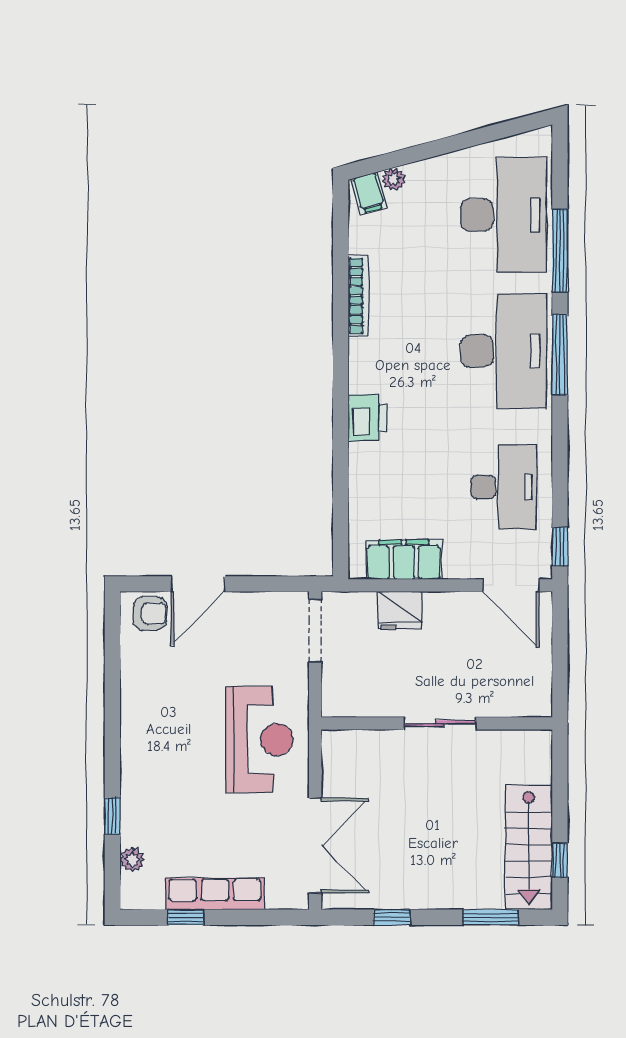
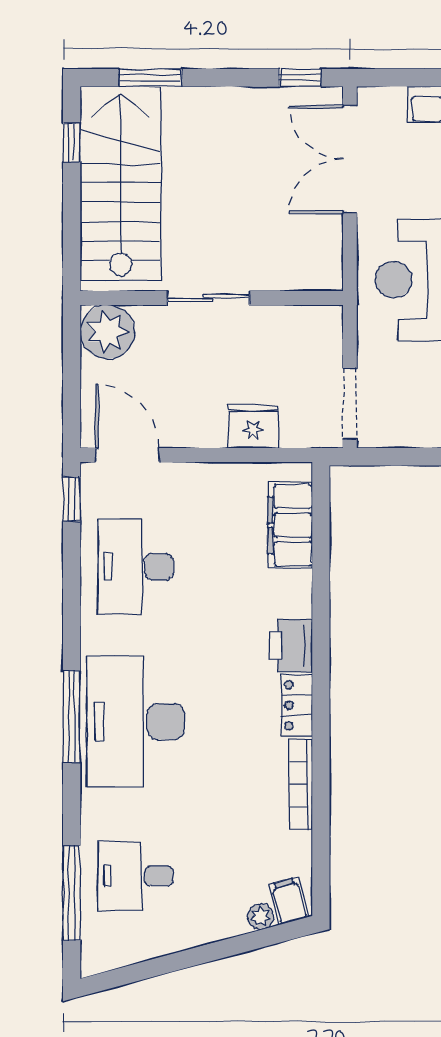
desk: (504, 215) -> (136, 876), width x0.53, depth x0.77
window: (560, 250) -> (72, 893), moved
locker: (362, 365) -> (297, 705), added
filing cabinet: (404, 560) -> (290, 525), moved, turned 90
plant: (529, 694) -> (107, 332), added
stairs: (529, 847) -> (120, 183), width x1.36, depth x1.51
window: (392, 917) -> (300, 78), moved

